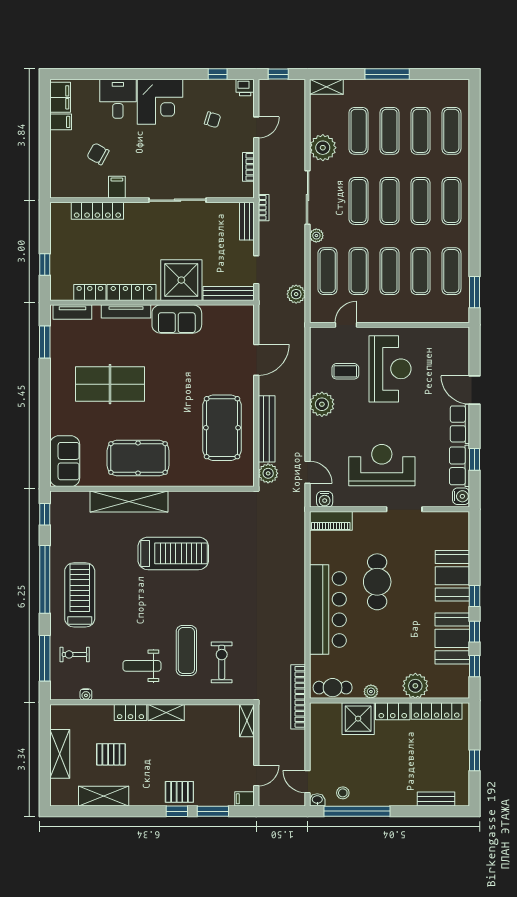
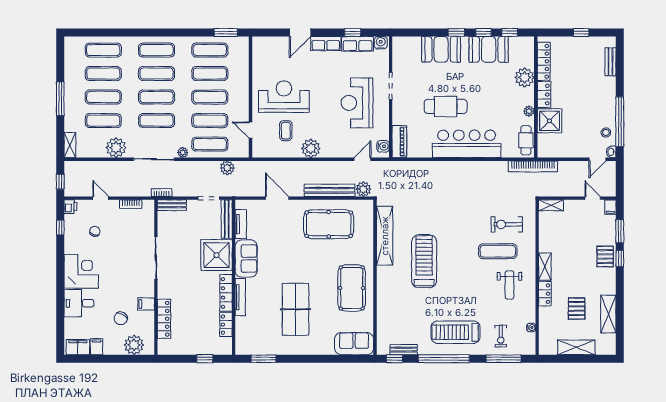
plant: (63, 171) -> (134, 345), added
tv unit: (72, 312) -> (241, 224), moved
shelving: (129, 501) -> (385, 236), moved
bench: (57, 526) -> (404, 350), added

